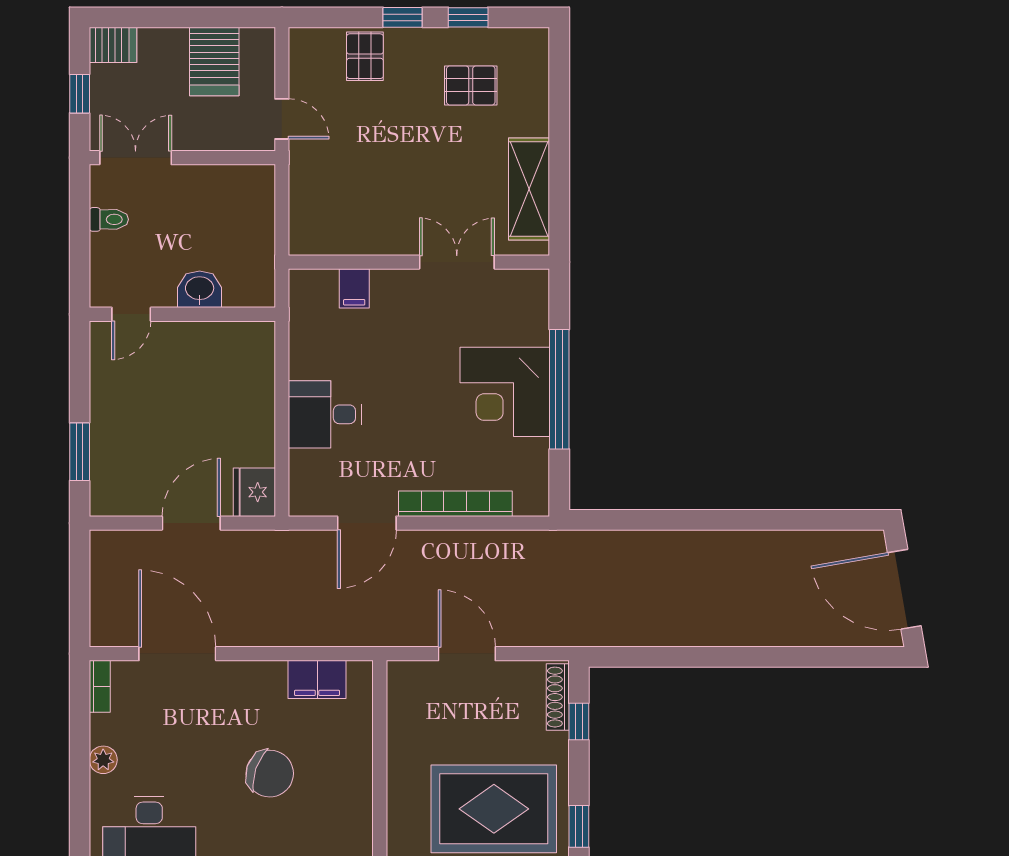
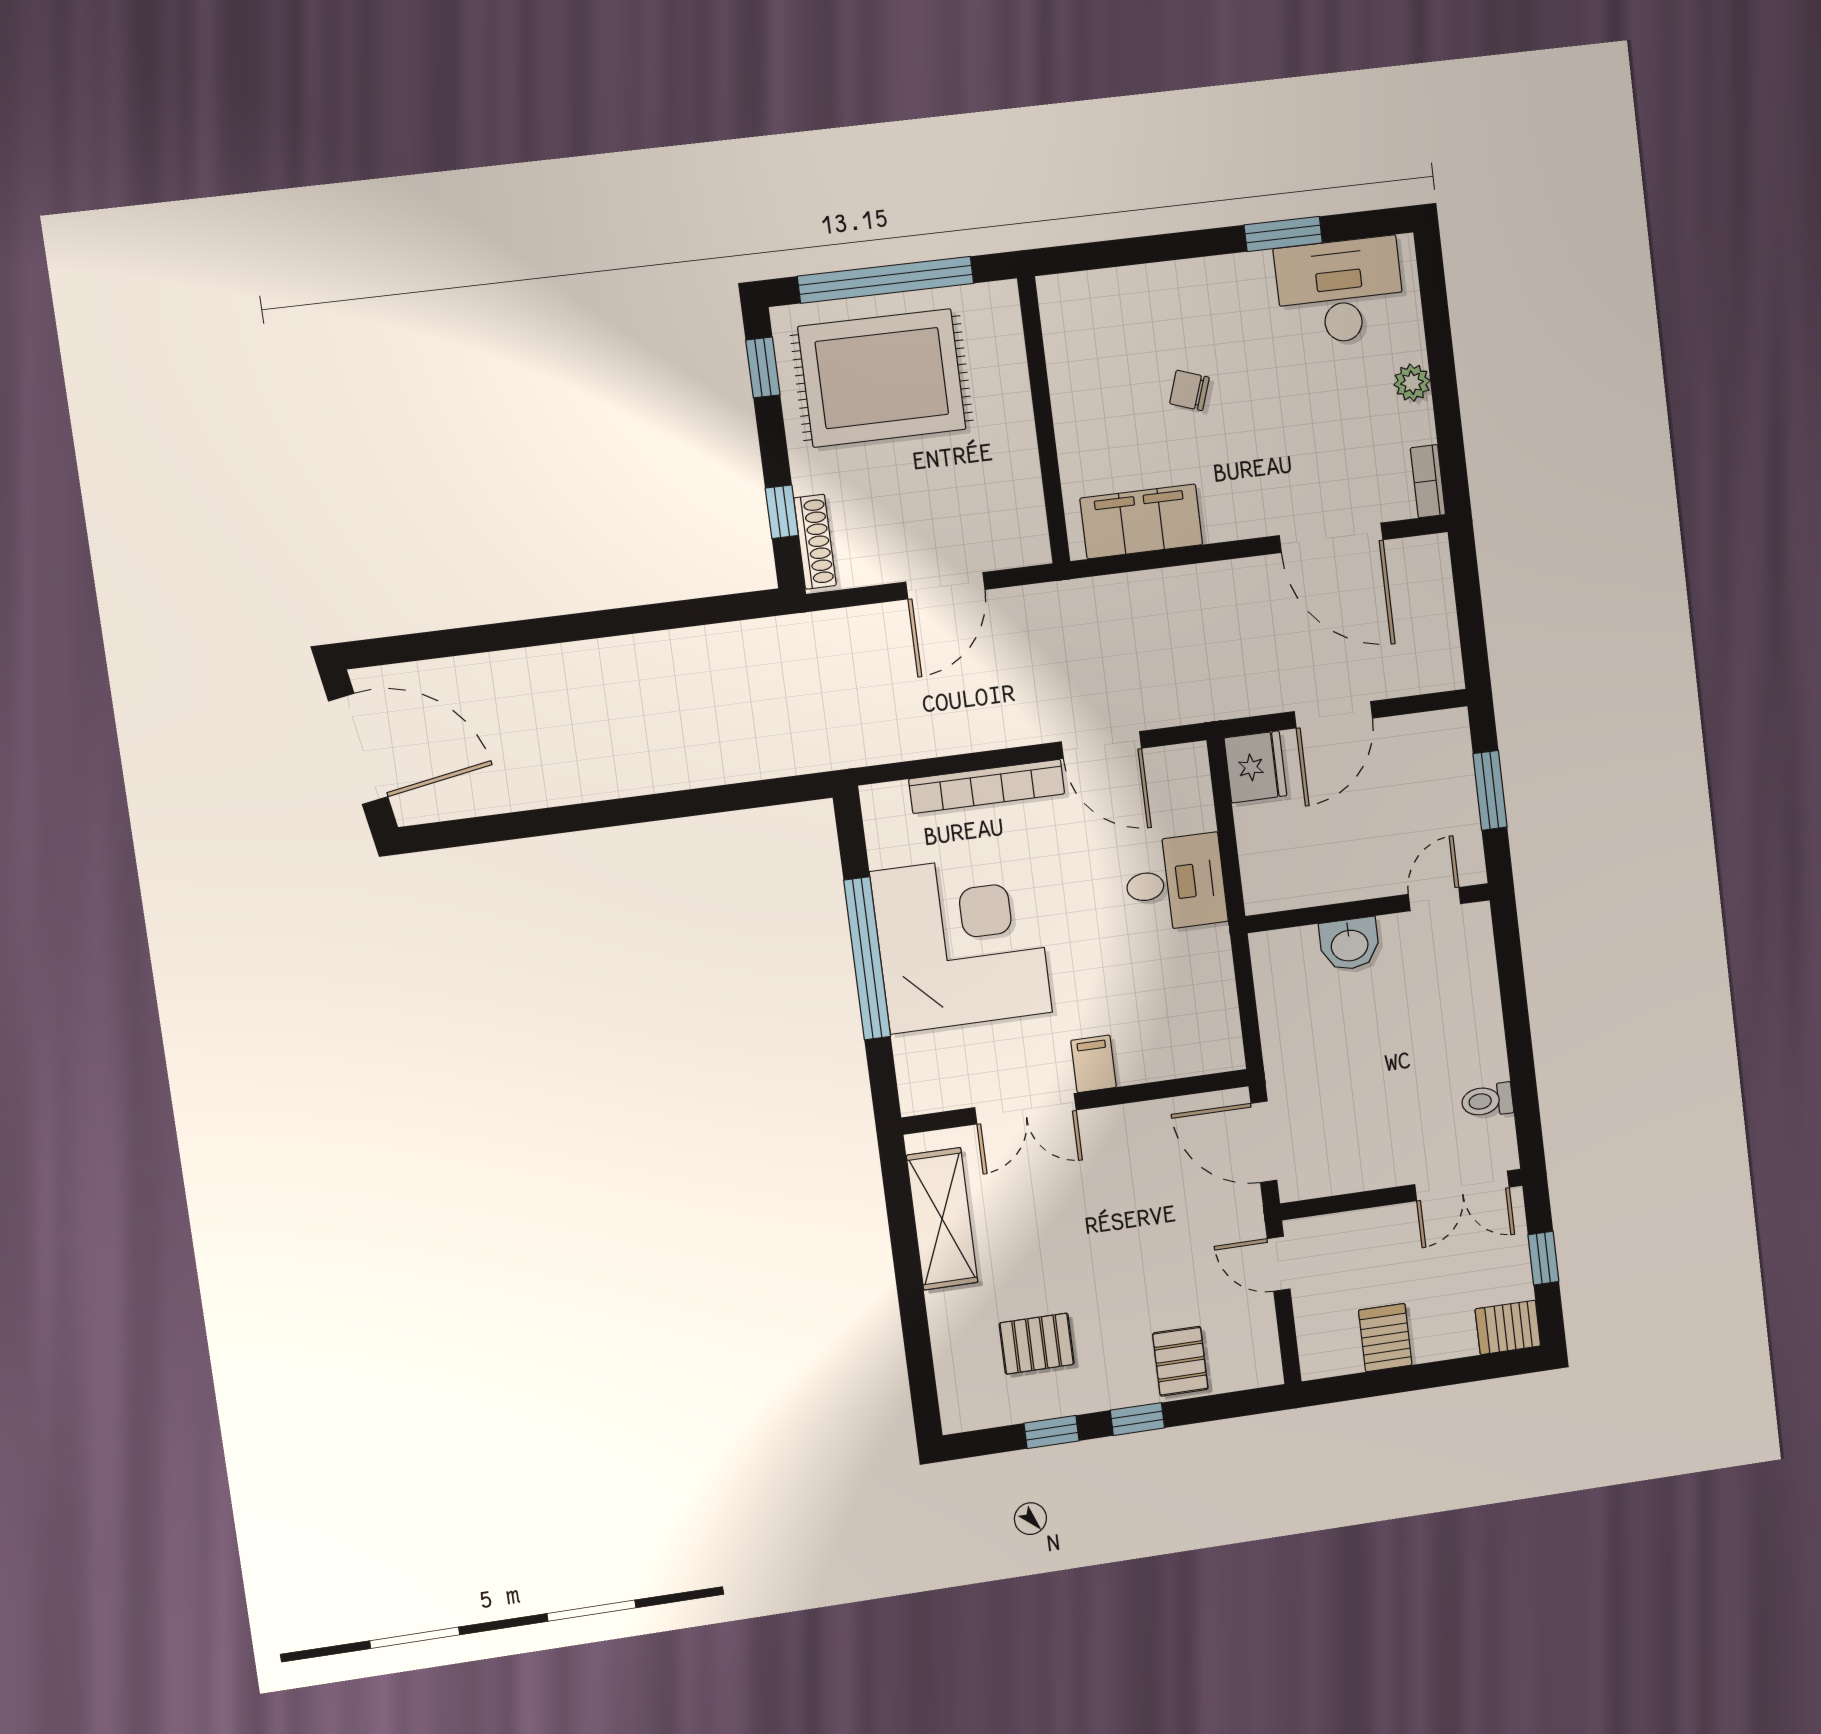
server rack: (214, 61) -> (1385, 1338), width x0.73, depth x0.70
door: (282, 212) -> (1264, 1142), added
filing cabinet: (354, 288) -> (1094, 1064), moved
washbasin: (200, 289) -> (1349, 944), moved
door: (131, 314) -> (1434, 899), moved
wall: (182, 314) -> (1368, 908), moved
corner desk: (505, 392) -> (961, 942), width x1.36, depth x1.36
door: (367, 523) -> (1102, 745), swing flipped
door: (467, 654) -> (945, 586), hinge flipped
filing cabinet: (317, 679) -> (1141, 522), width x1.50, depth x1.17
chair: (270, 774) -> (1189, 390), width x0.54, depth x0.54

